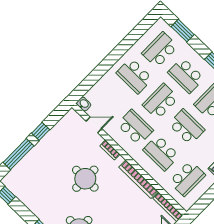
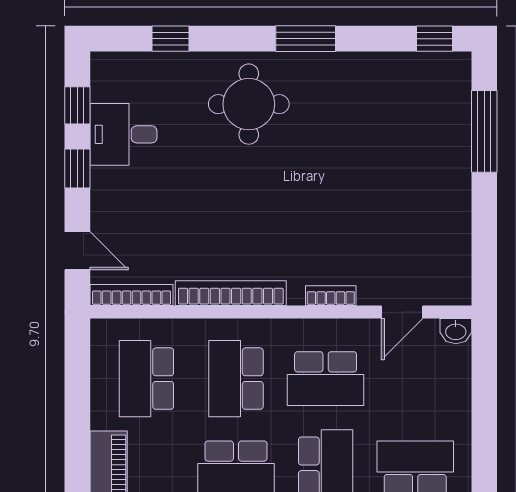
window: (41, 131) -> (484, 209), removed
school desk: (161, 153) -> (236, 379), turned -90
round table: (85, 179) -> (325, 203), removed

